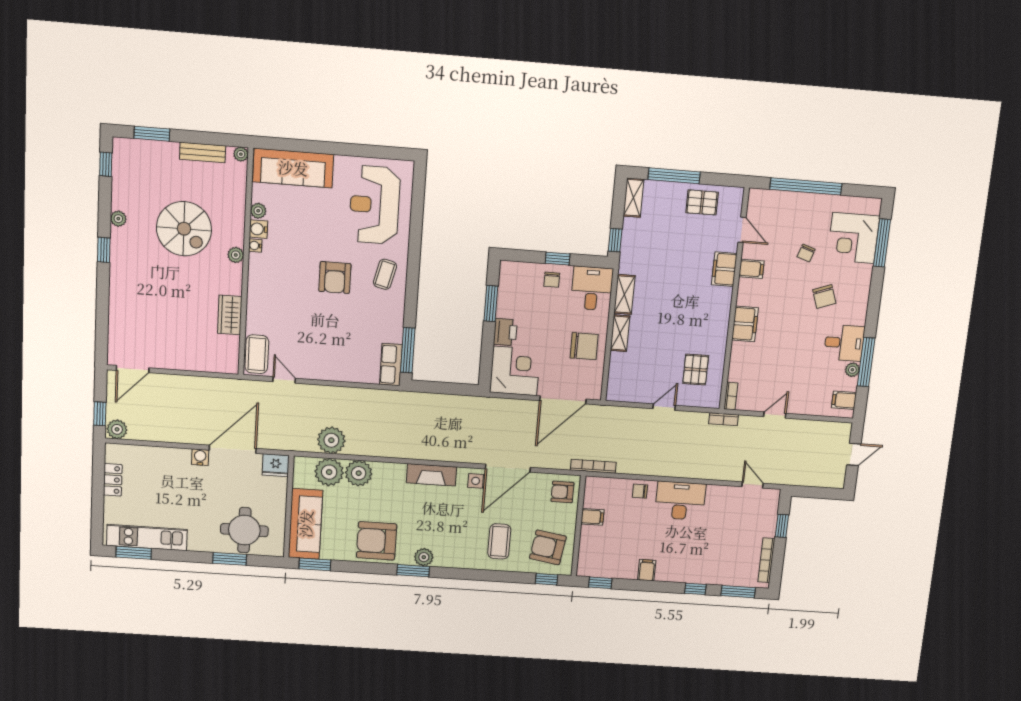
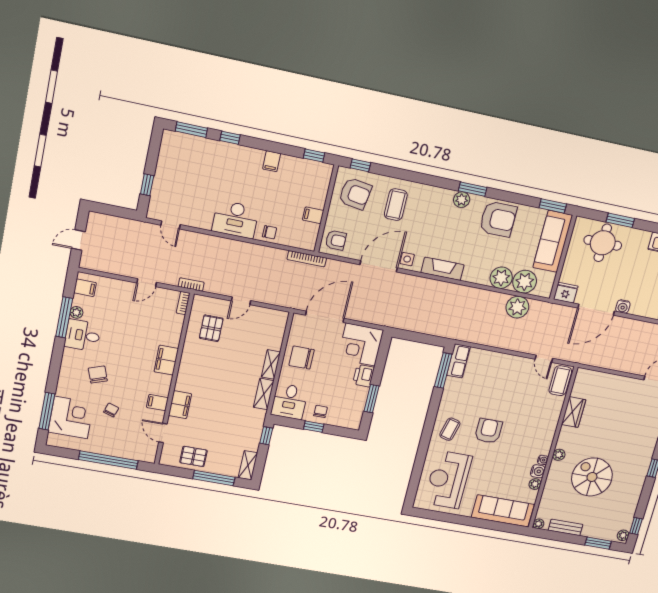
reception desk: (375, 205) -> (448, 480), turned 180
plant: (118, 219) -> (623, 535), moved
bookcase: (766, 560) -> (163, 155), removed

